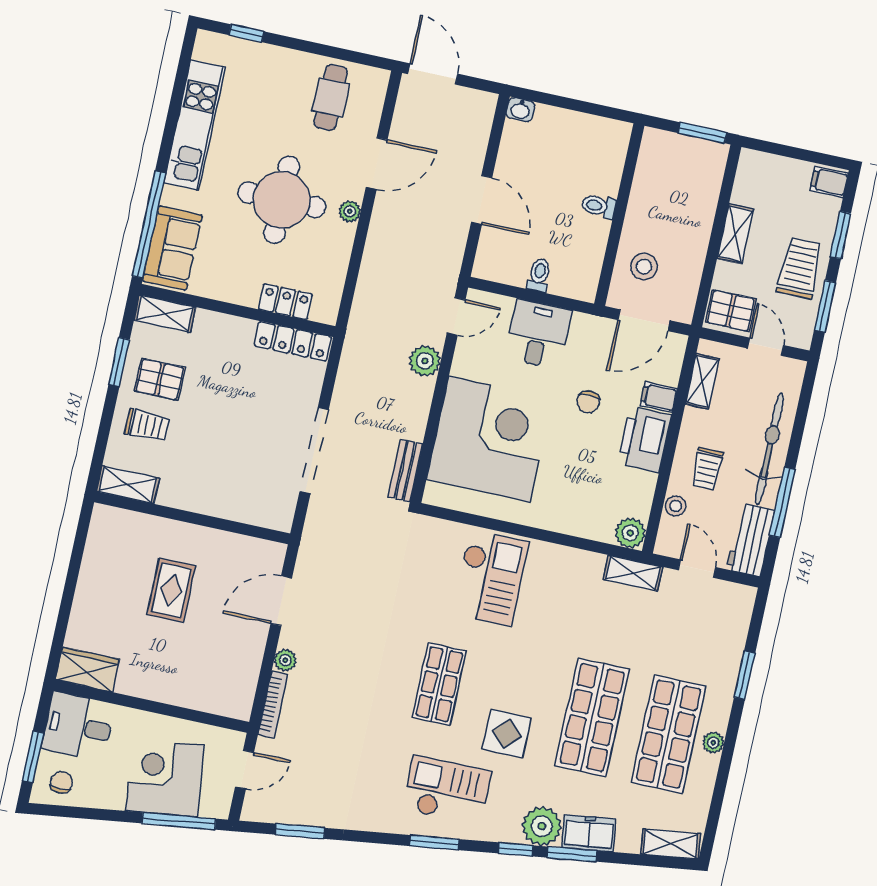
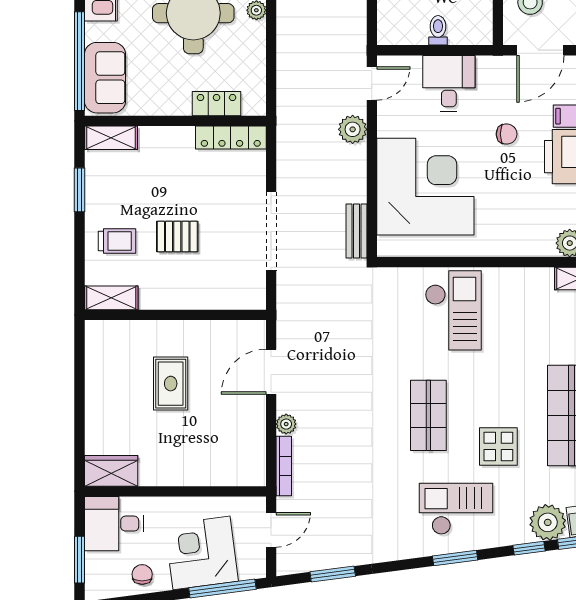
pallet: (160, 379) -> (177, 236), moved
chair: (588, 402) -> (507, 134), turned -90
chair: (61, 782) -> (142, 574), moved

